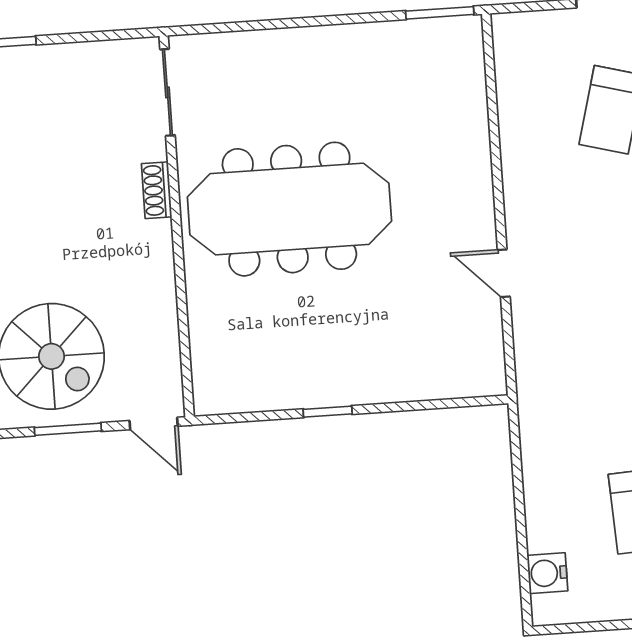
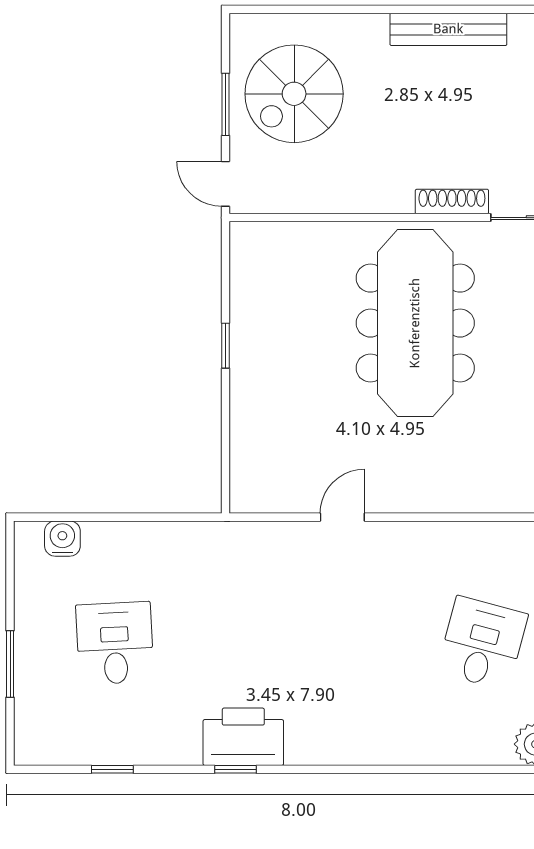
shoe rack: (157, 190) -> (452, 202), width x1.43
door: (154, 423) -> (226, 184), hinge flipped

